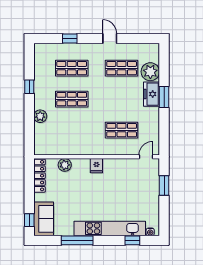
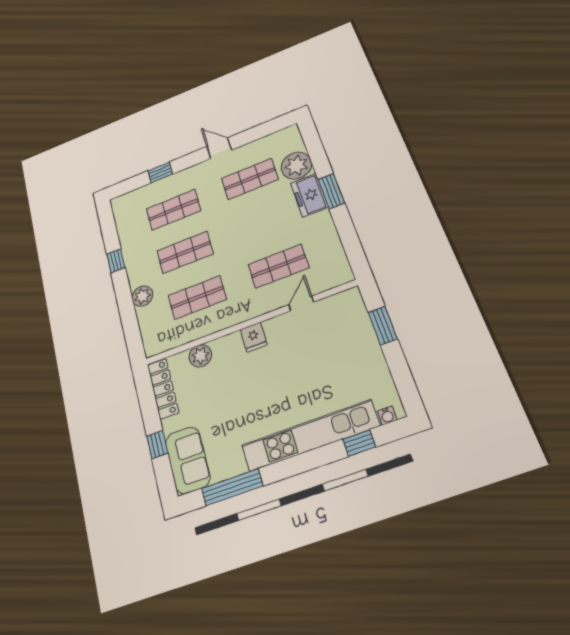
shop shelf: (72, 130) -> (197, 297), added
door: (146, 157) -> (301, 303), moved
window: (29, 220) -> (157, 445), moved
window: (77, 240) -> (232, 487), moved

